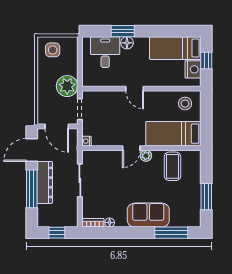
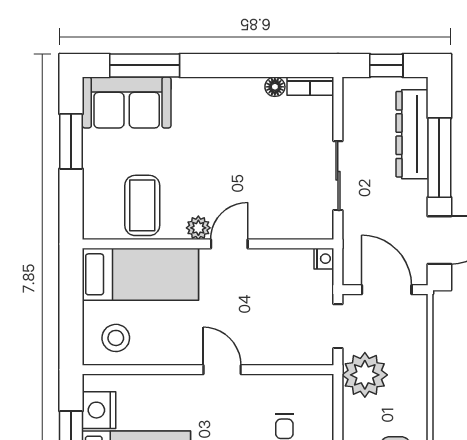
dresser: (45, 182) -> (412, 134), moved
sofa: (148, 215) -> (127, 102), moved

